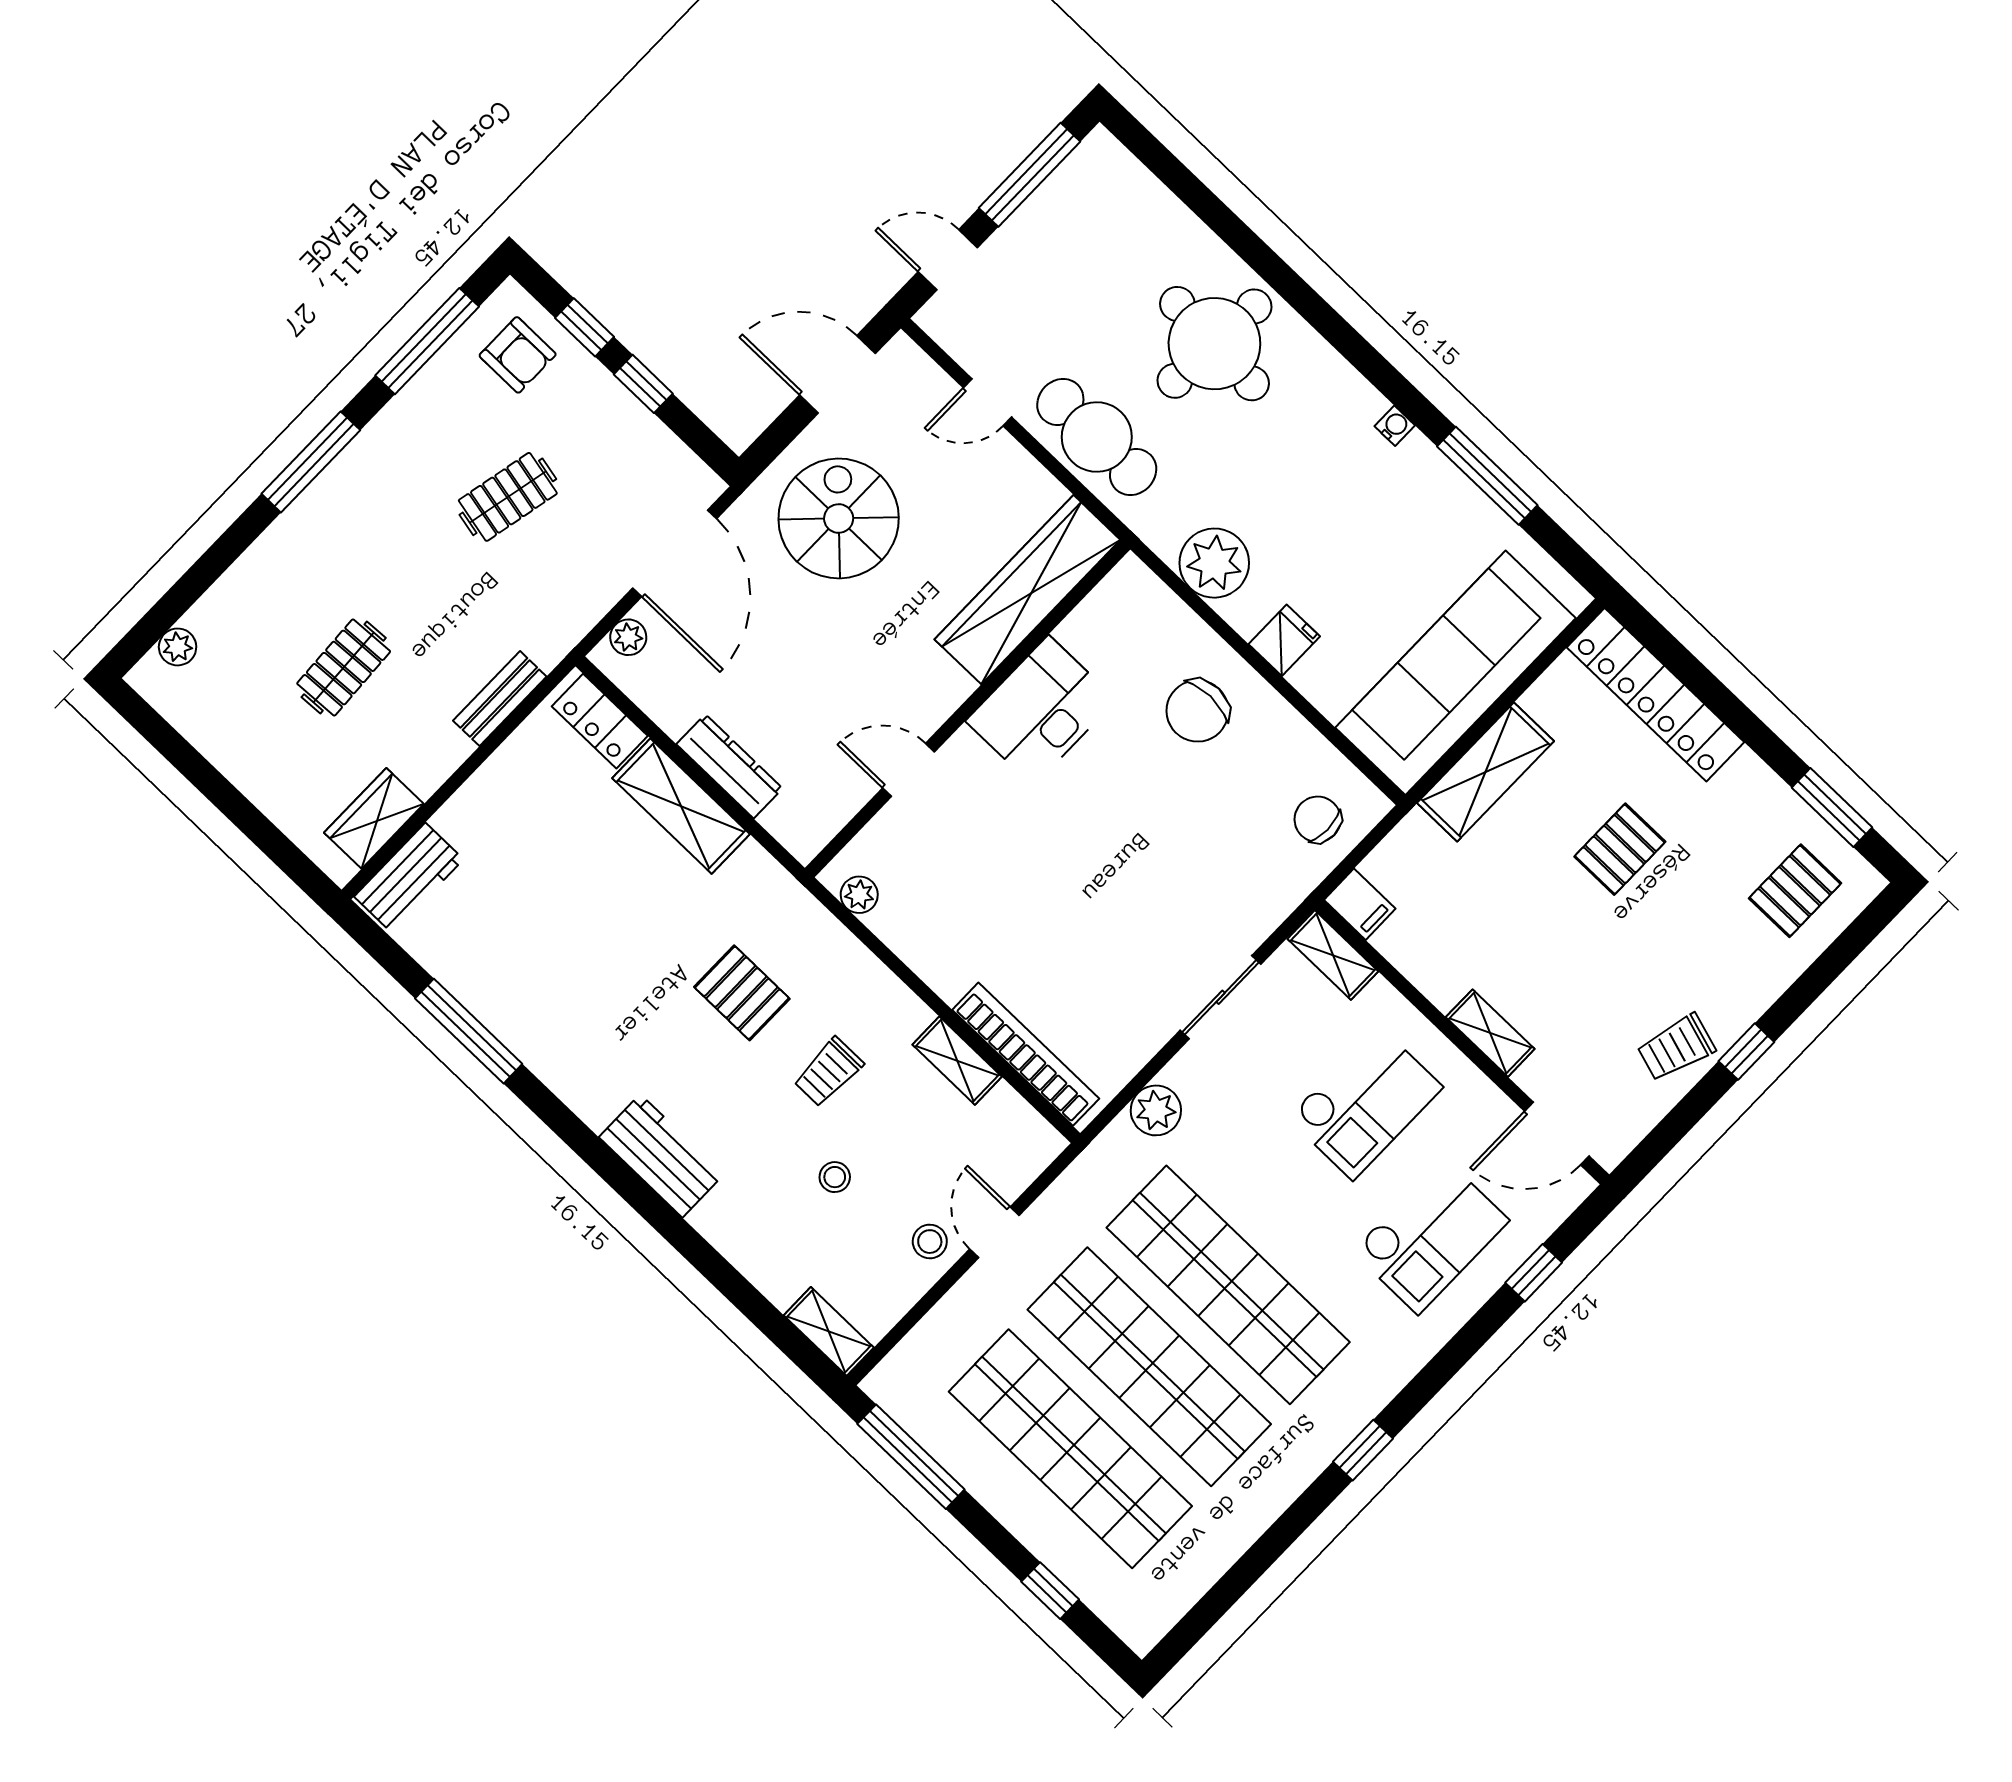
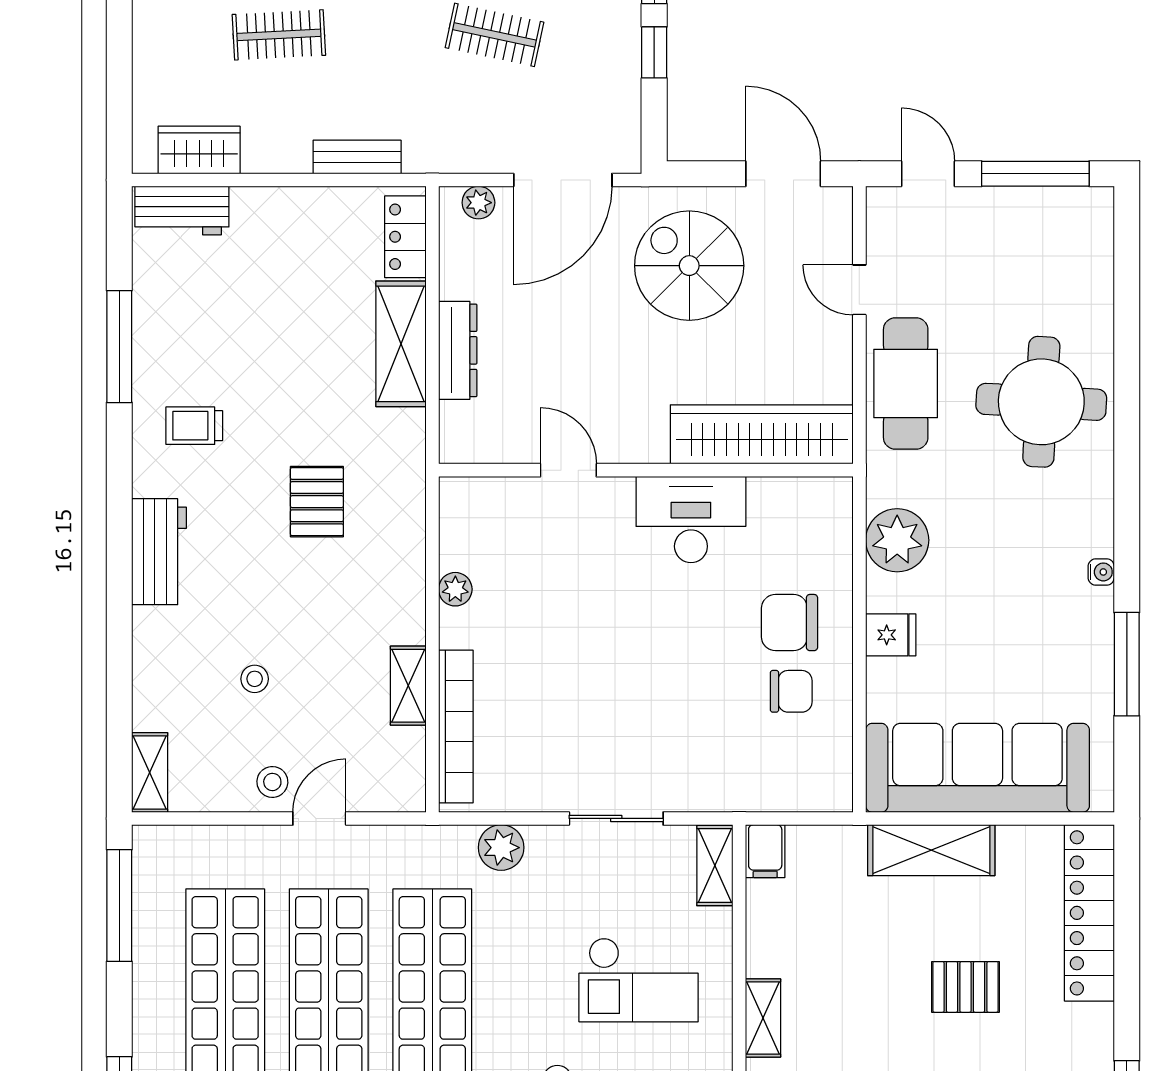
spiral stairs: (839, 518) -> (689, 266), turned -90
chair: (1318, 819) -> (791, 691), moved, turned 90
plant: (859, 895) -> (455, 589), moved
trolley: (828, 1072) -> (194, 426), moved

